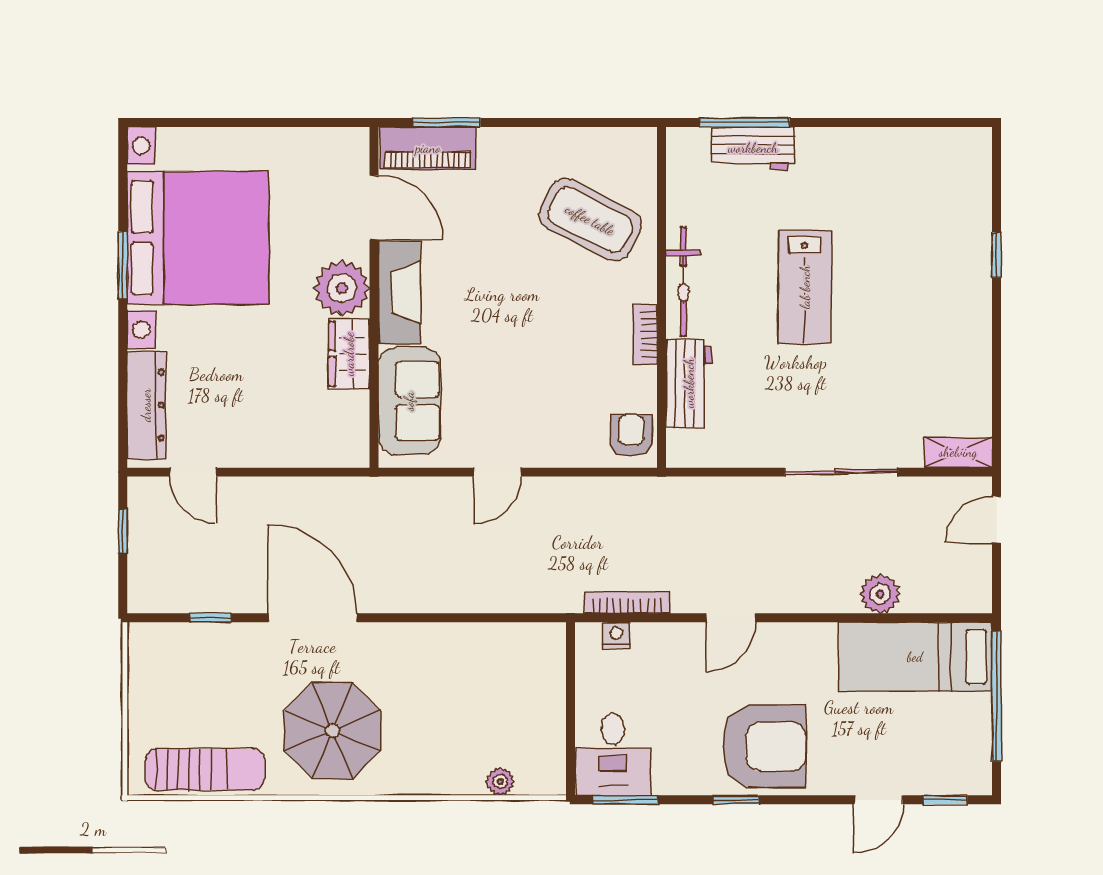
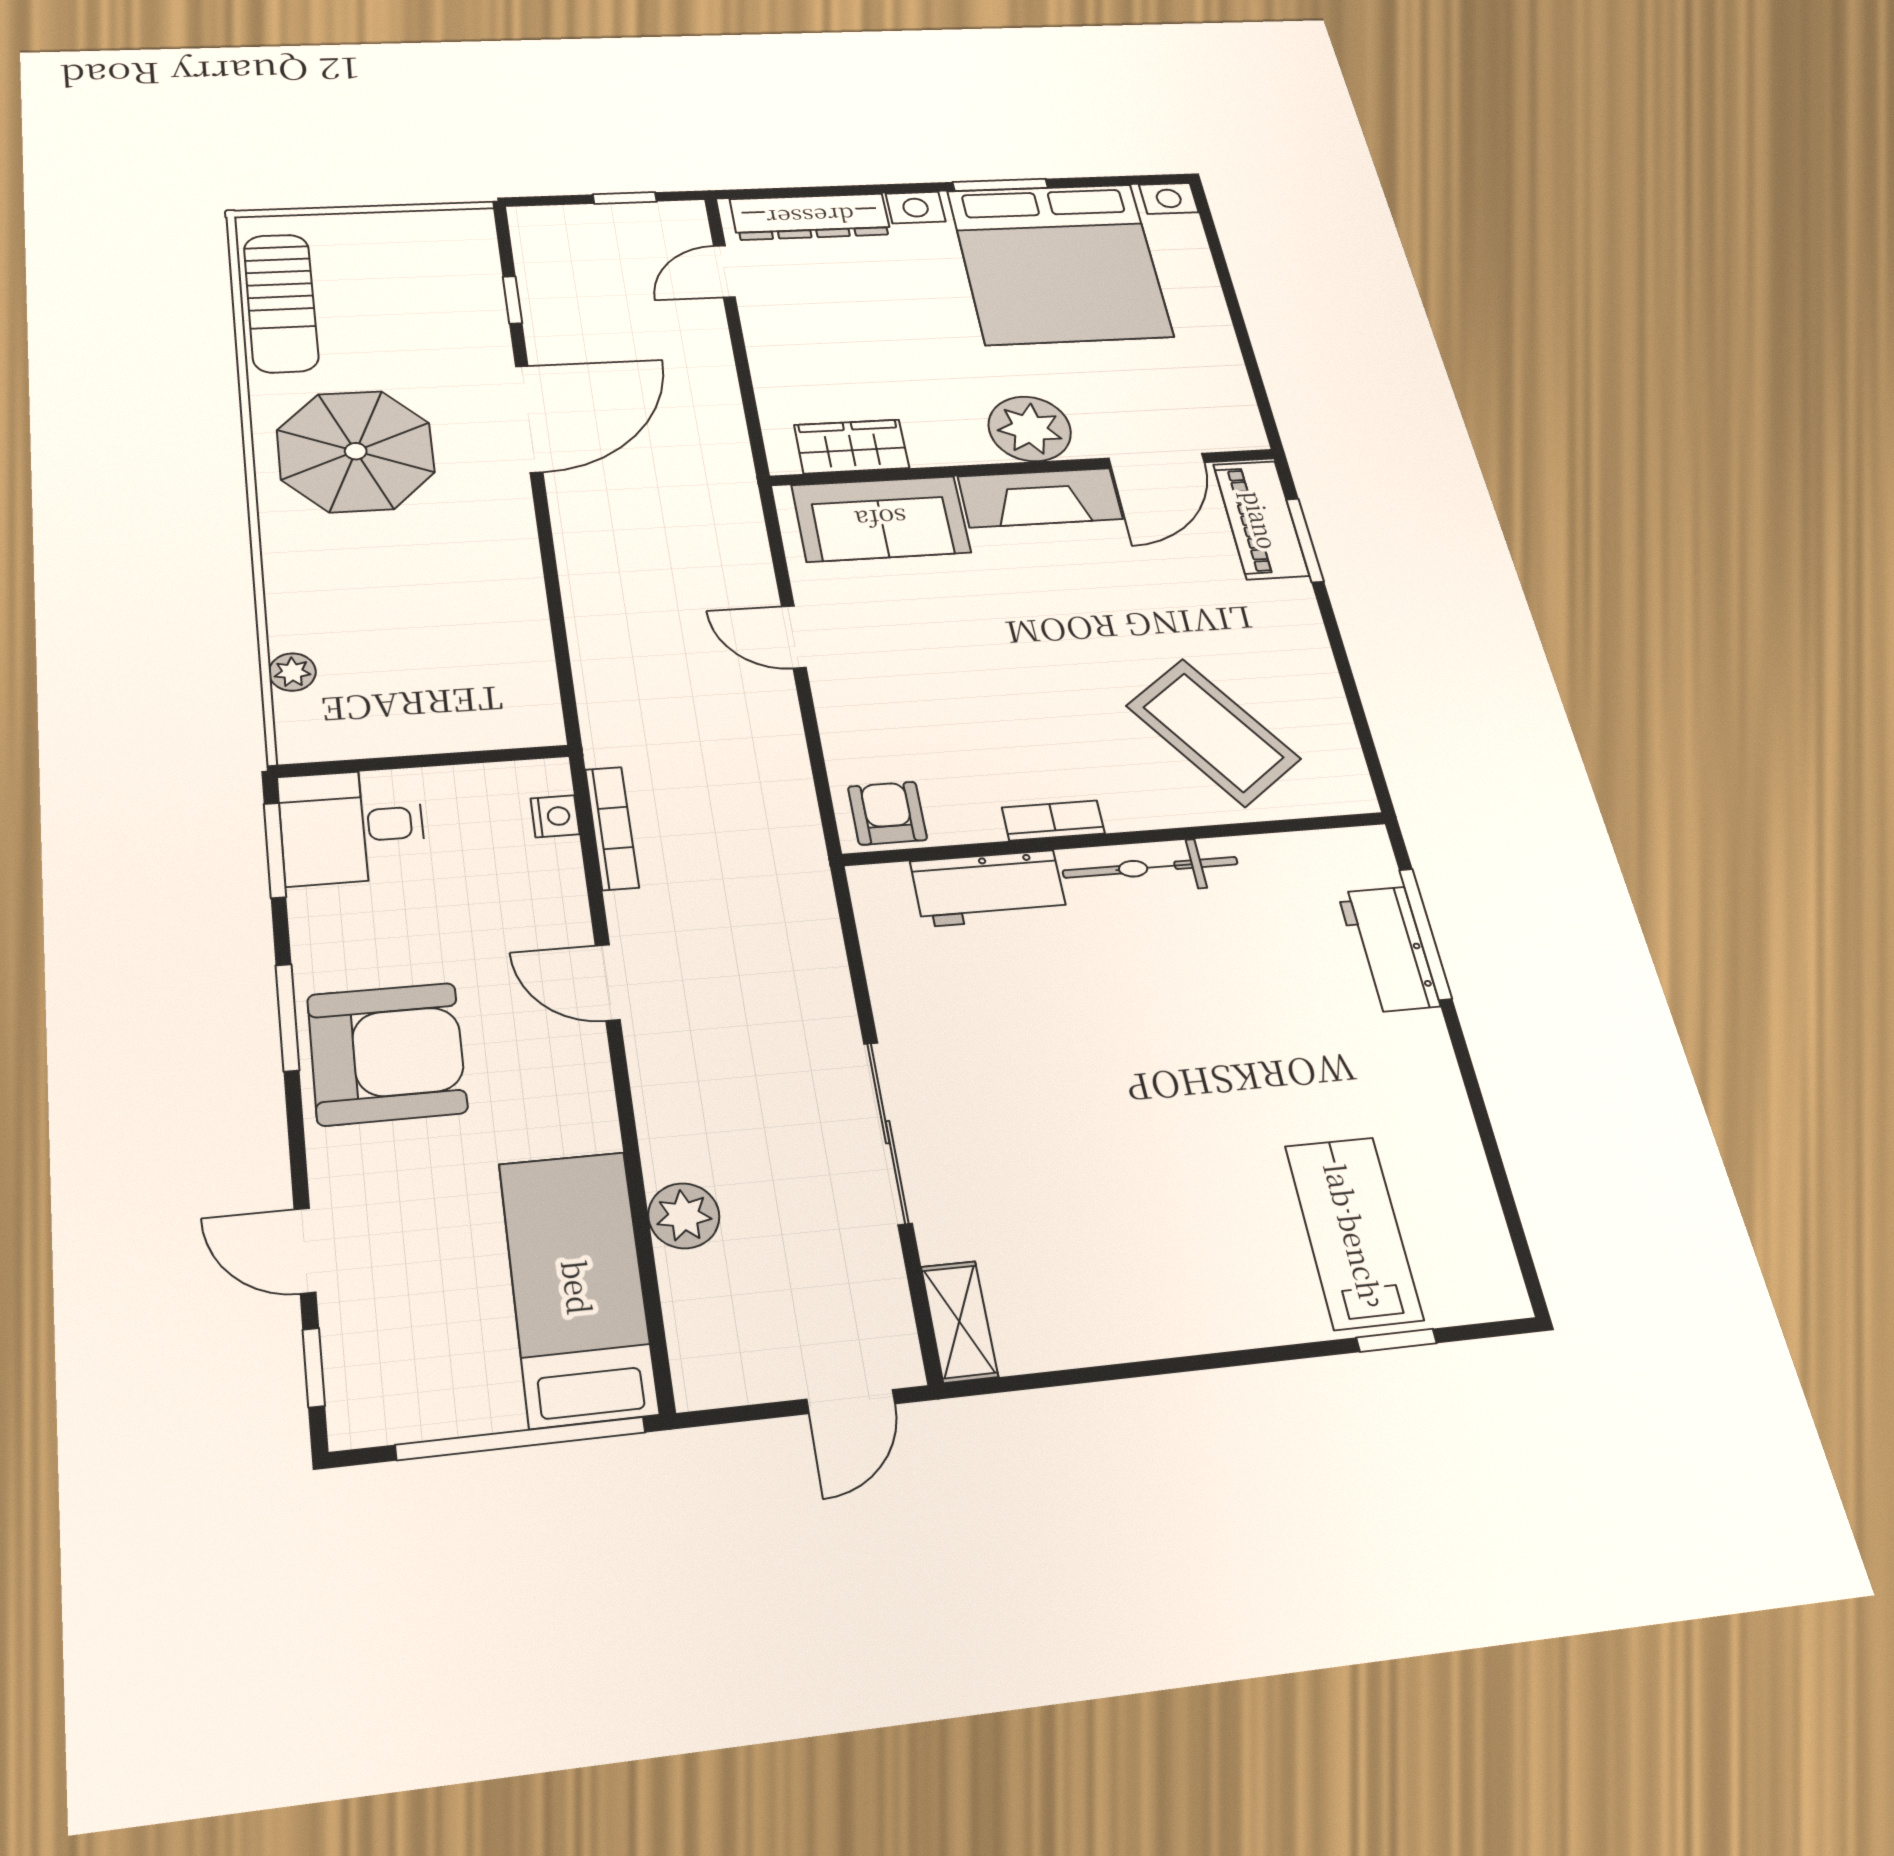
coffee table: (590, 220) -> (1213, 732), turned -63
window: (997, 255) -> (1396, 1340), moved
lab bench: (805, 287) -> (1354, 1232), moved, turned 90
wardrobe: (349, 354) -> (852, 447), moved
armchair: (631, 435) -> (887, 813), turned -90
door: (997, 519) -> (851, 1402), swing flipped
armchair: (764, 747) -> (387, 1054), turned -90
window: (736, 800) -> (287, 1017), width x1.50

